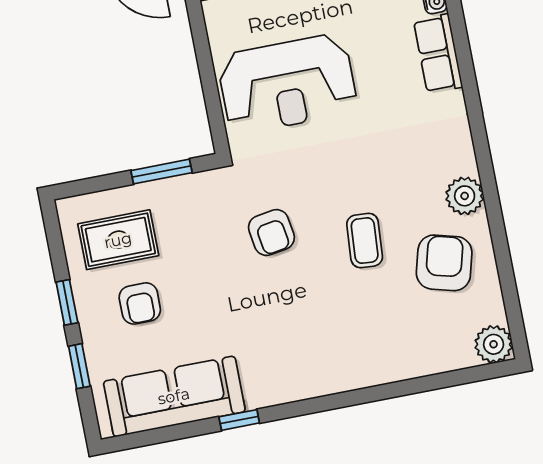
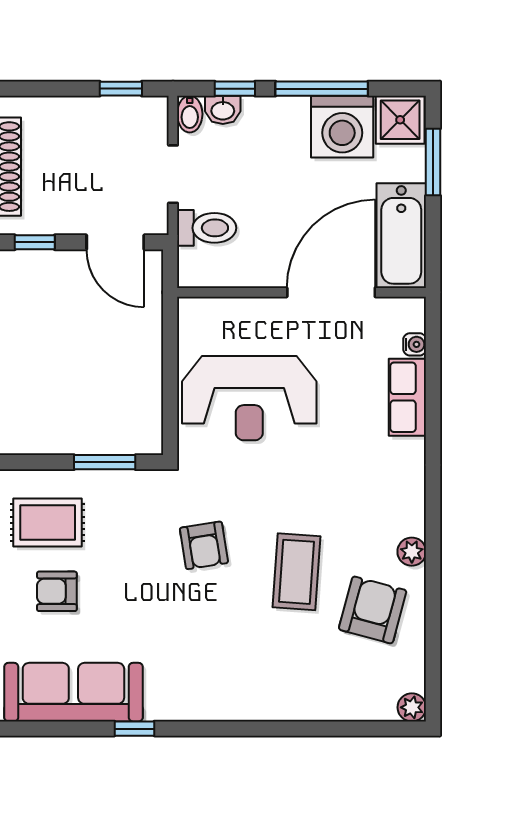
plant: (465, 196) -> (412, 552), width x0.73, depth x0.73
coffee table: (365, 241) -> (297, 572), width x1.36, depth x1.30
armchair: (140, 303) -> (57, 591), turned 90
plant: (494, 344) -> (412, 707), width x0.73, depth x0.73

